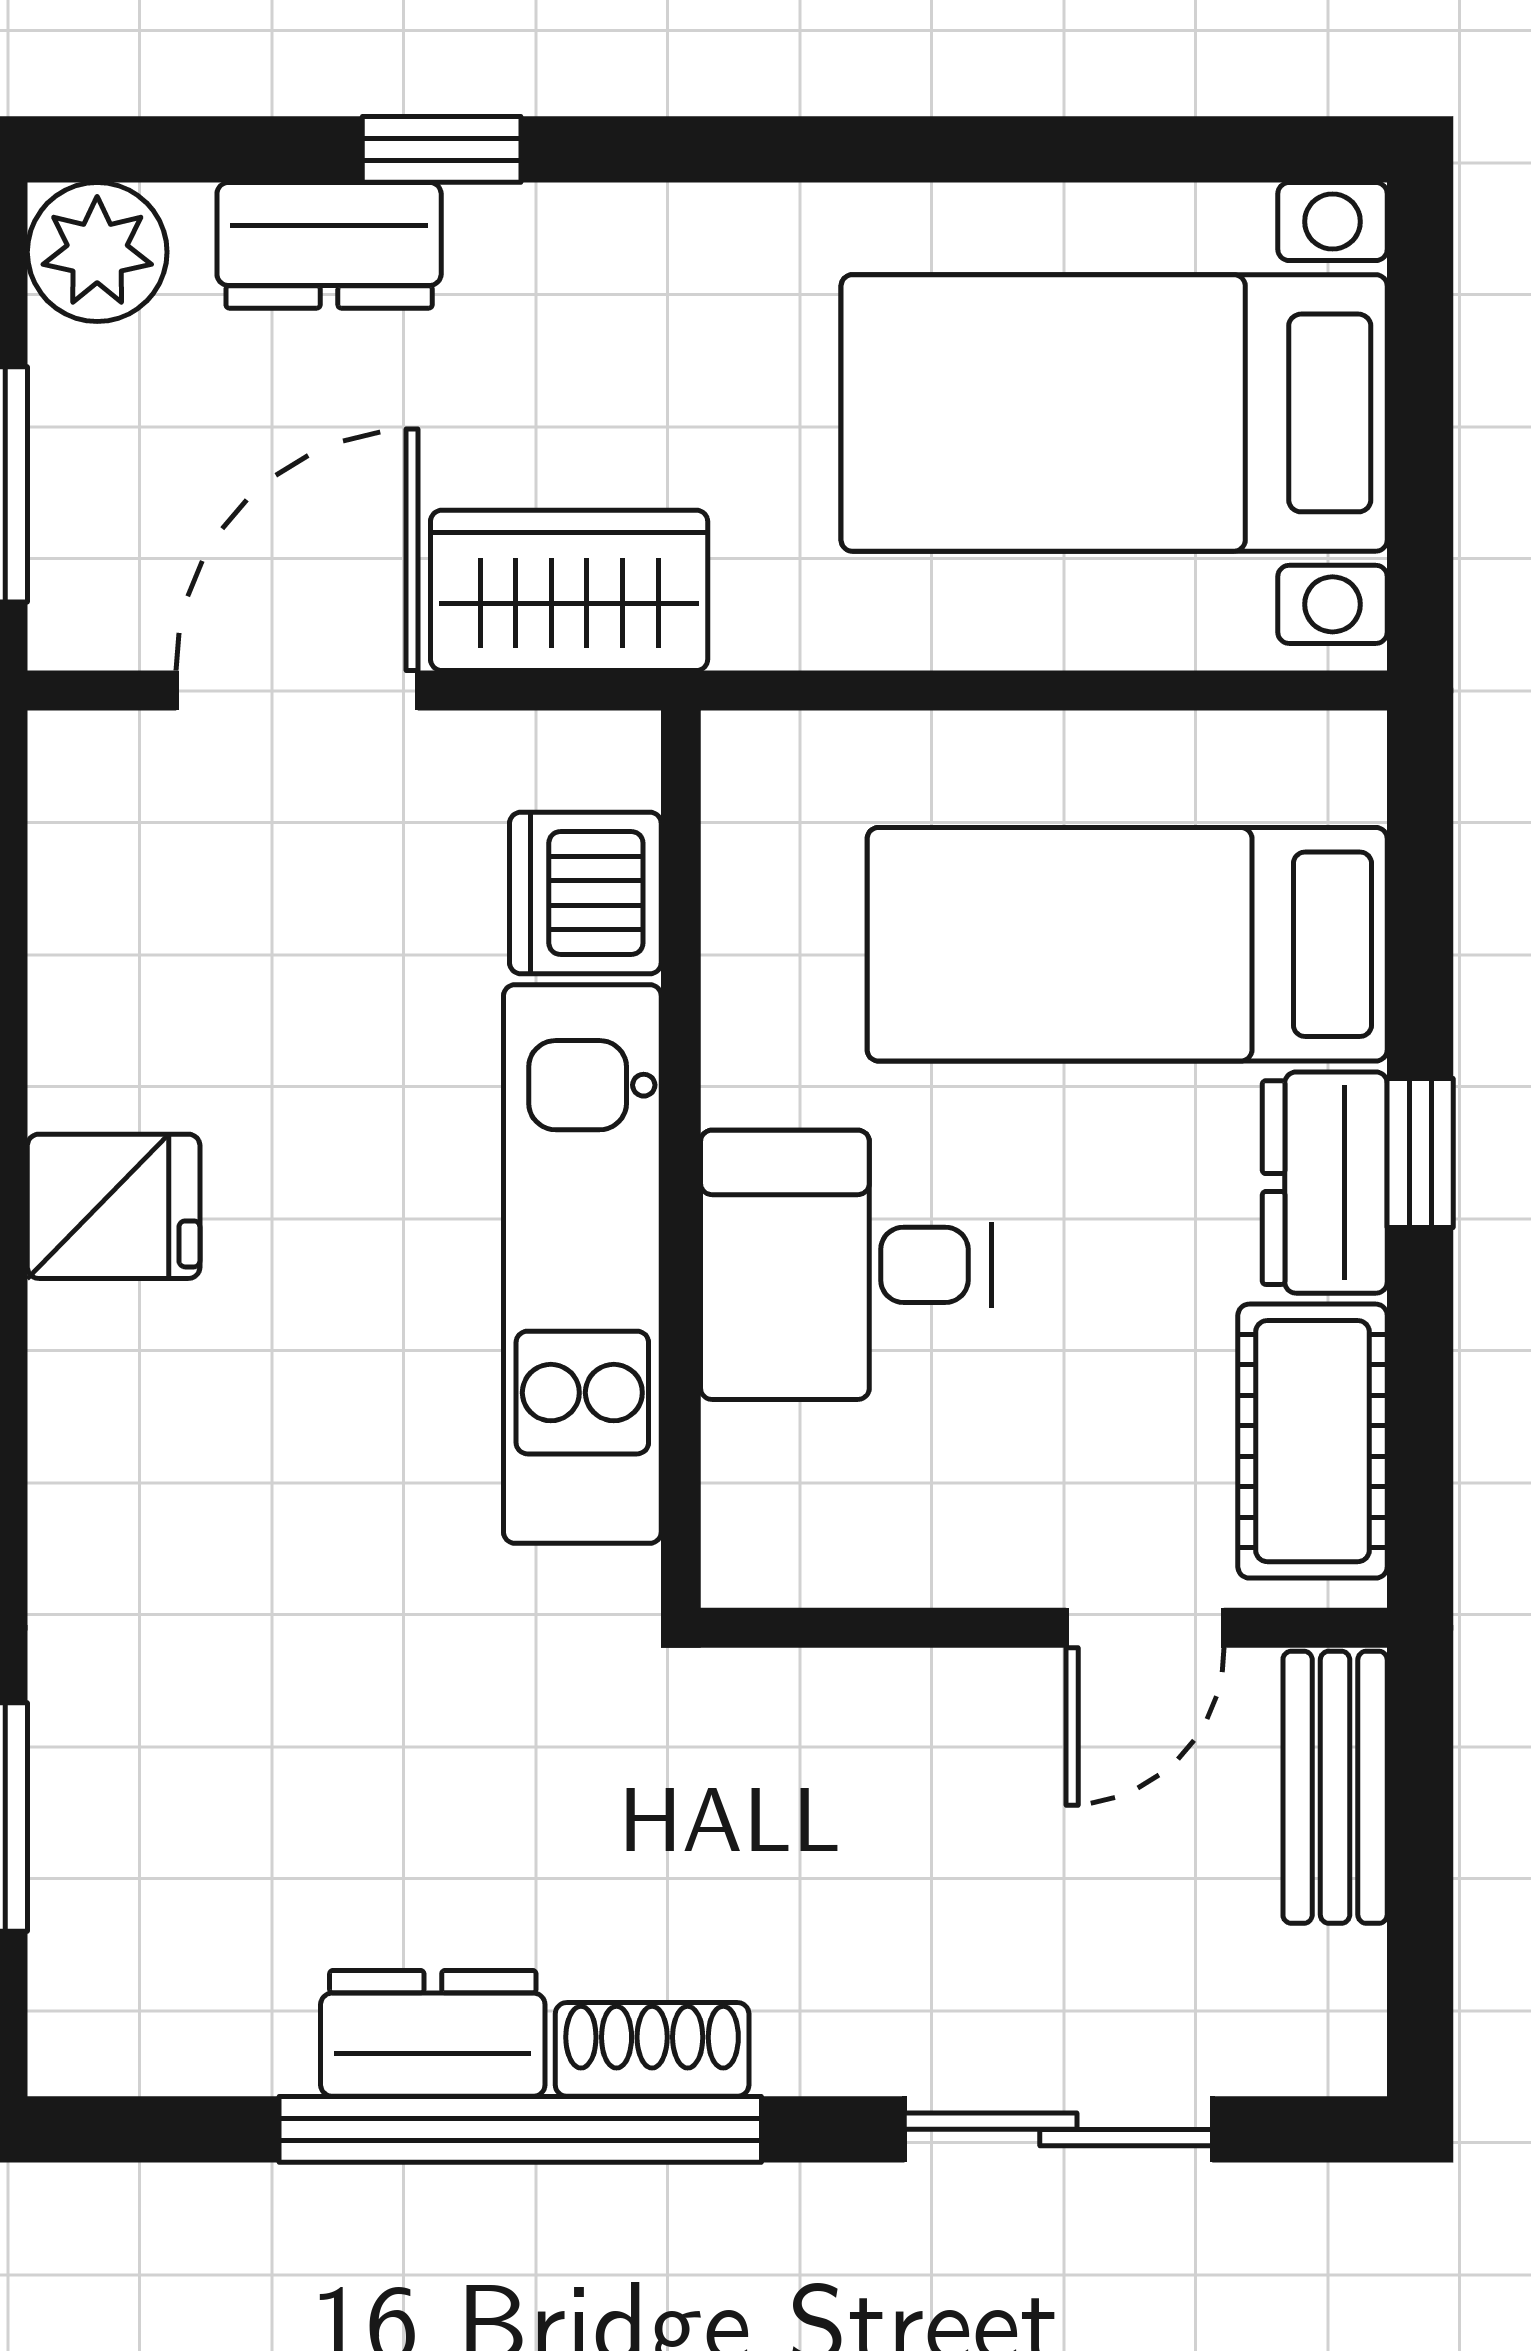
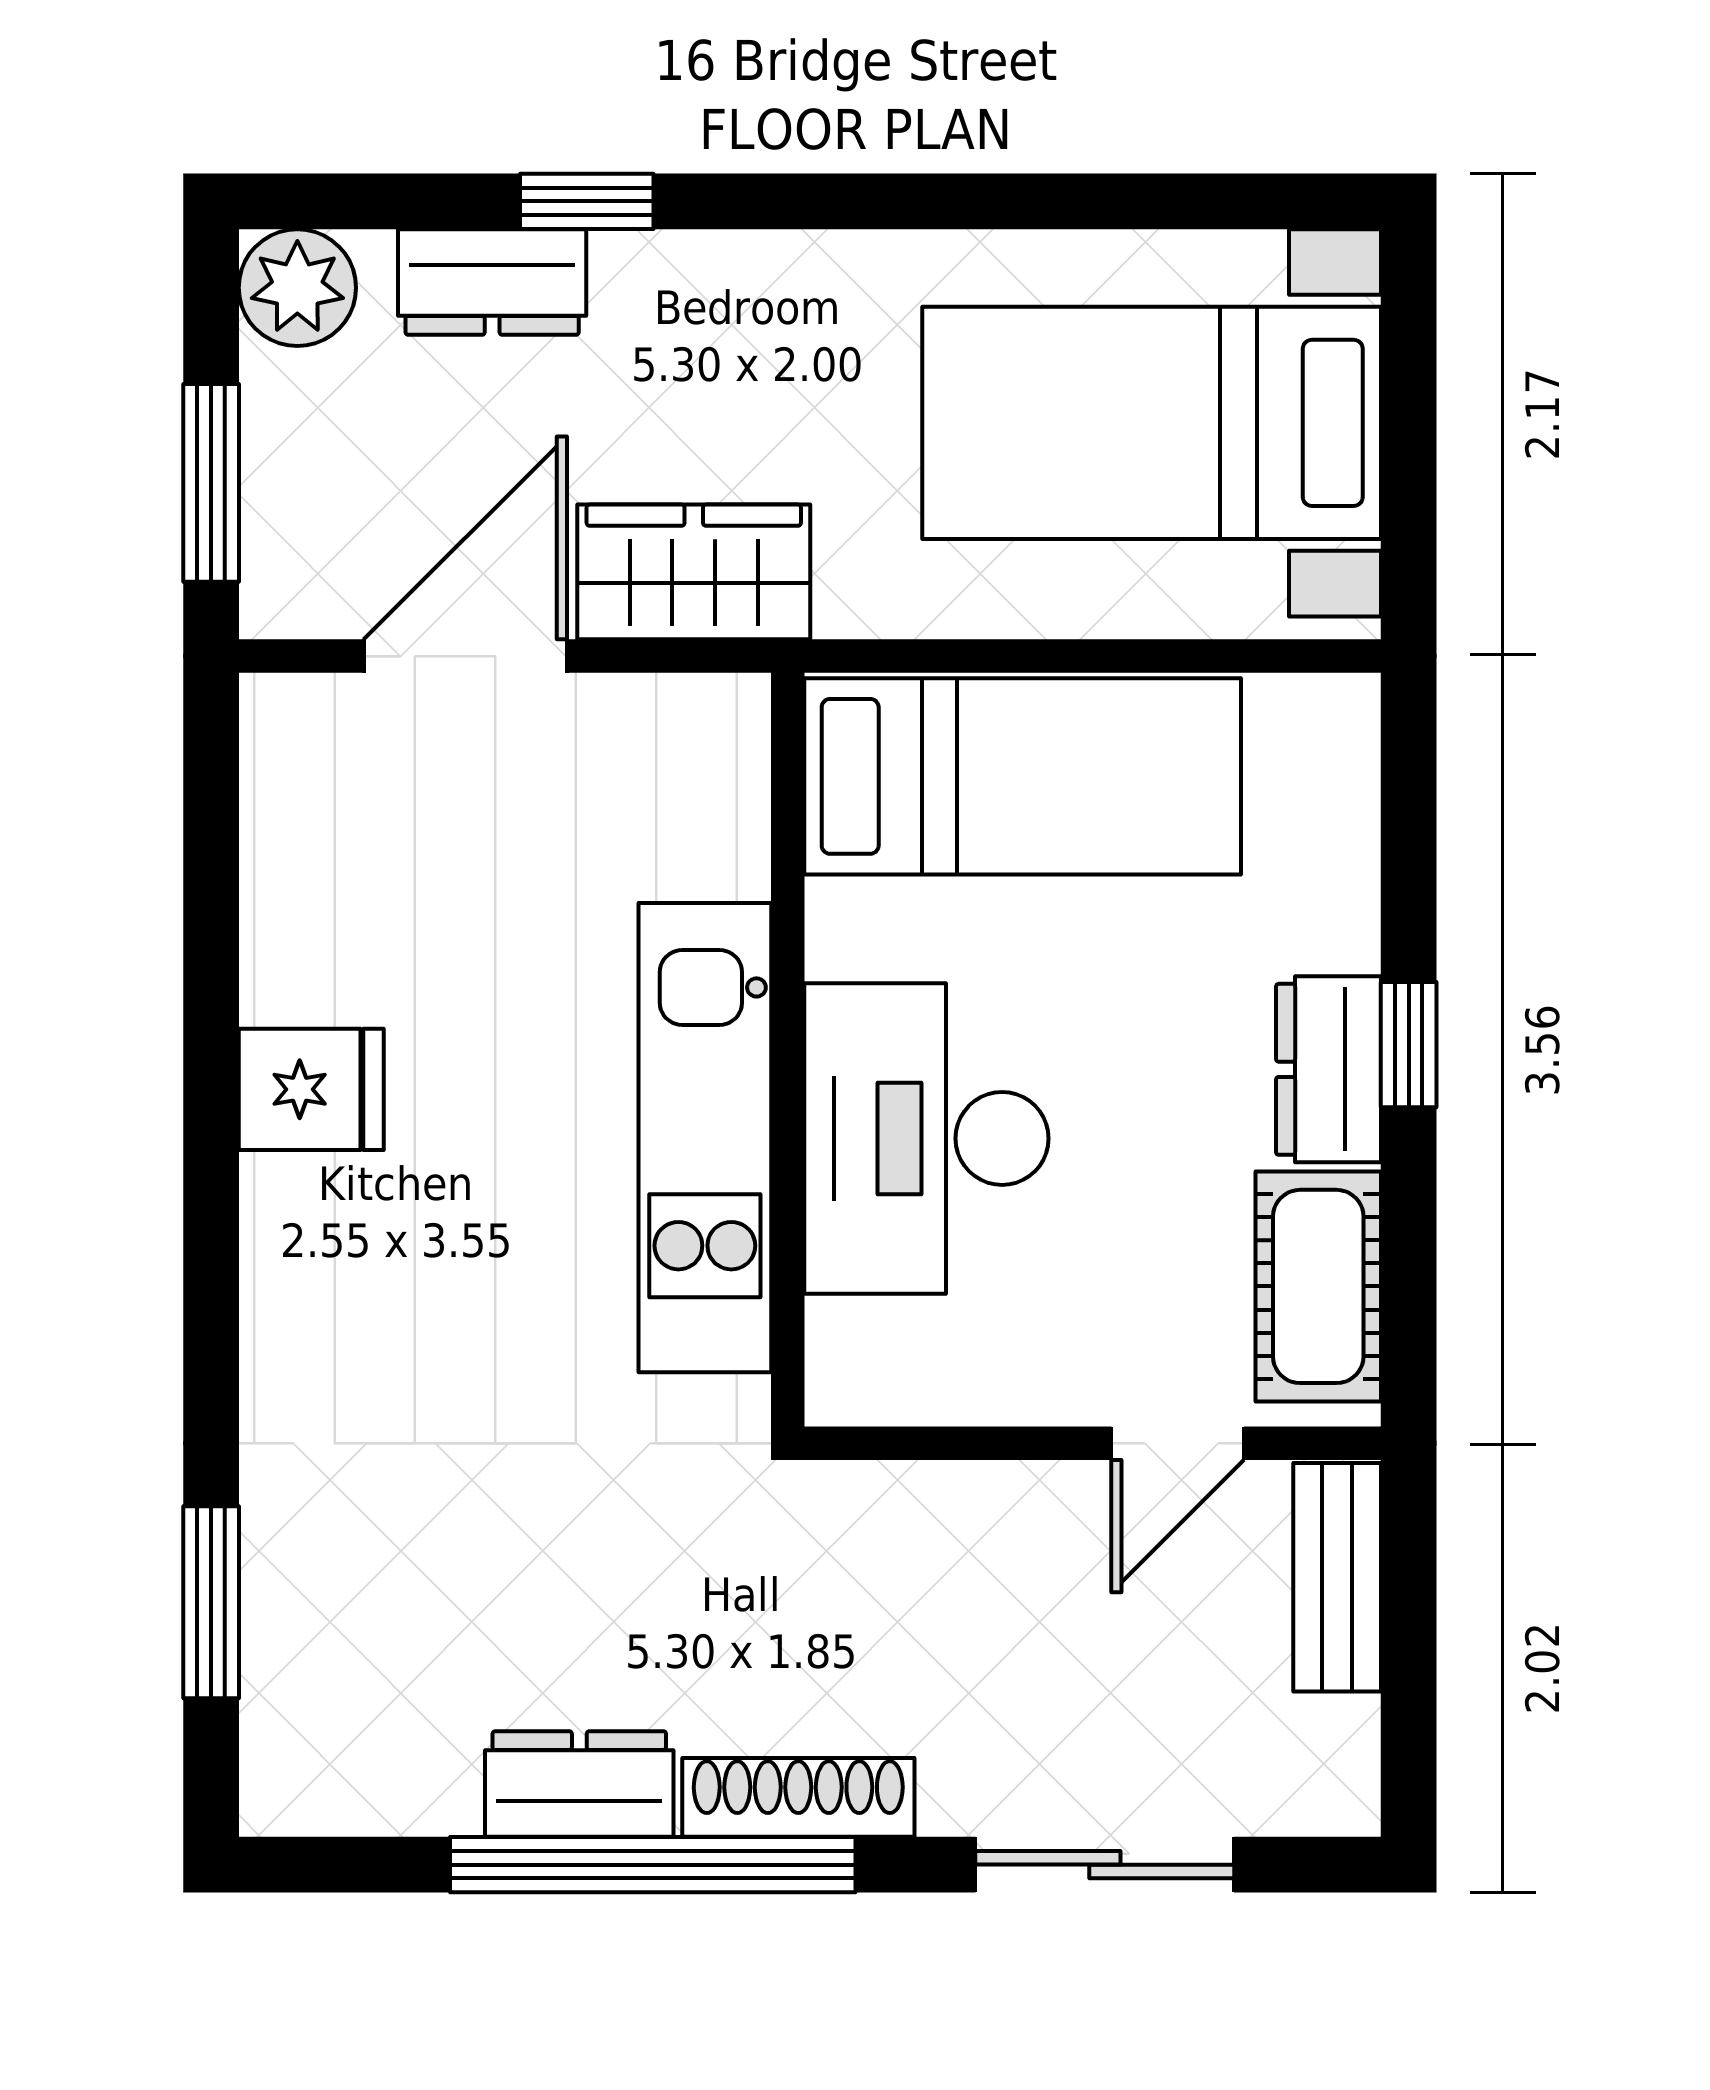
dishwasher: (585, 893) -> (707, 826), removed
bed: (1127, 944) -> (1023, 776), moved, turned 180
desk: (846, 1265) -> (926, 1138), width x1.37
shoe rack: (652, 2049) -> (798, 1797), width x1.43

